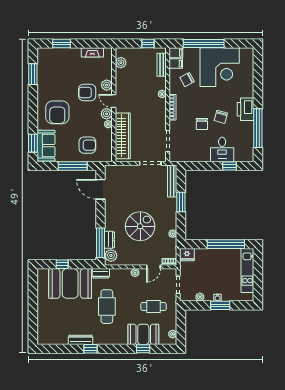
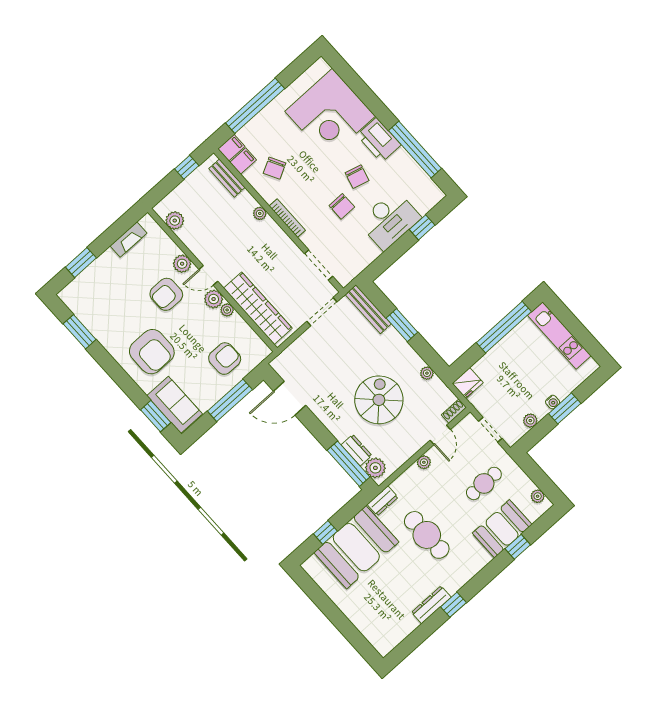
corner desk: (220, 67) -> (330, 114), moved, turned 90
desk: (222, 149) -> (389, 220), width x1.37

